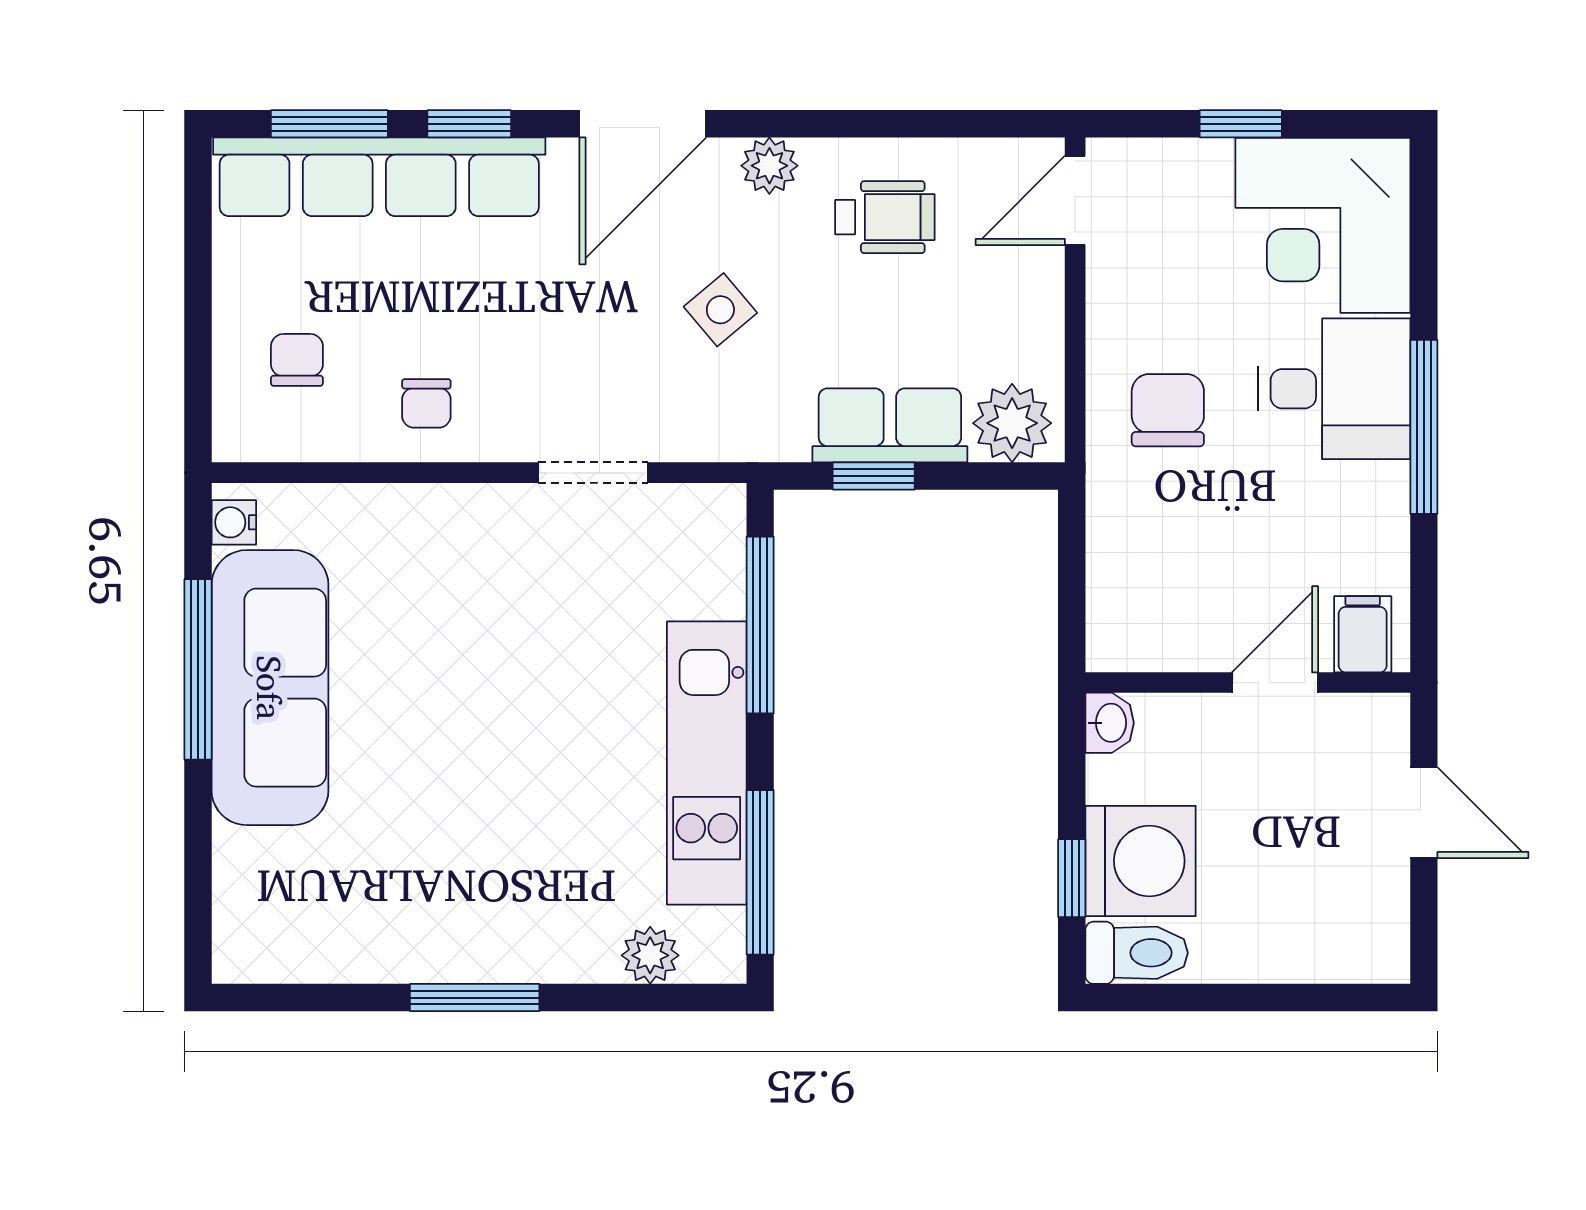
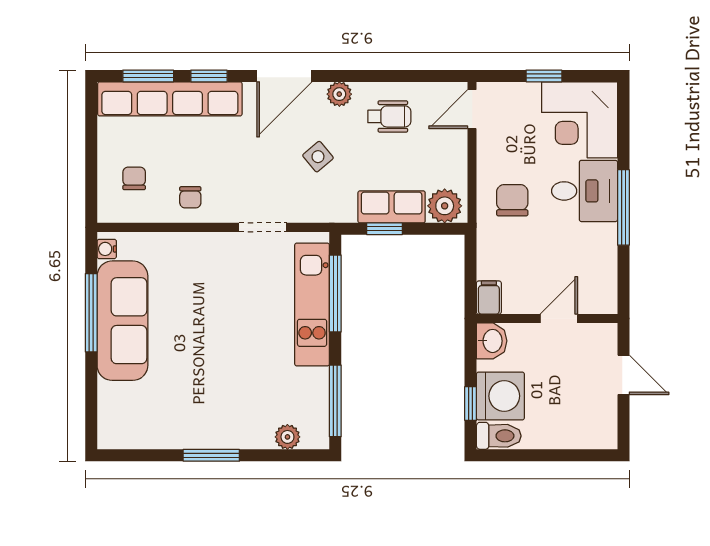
filing cabinet: (1363, 634) -> (489, 298), moved
washbasin: (1110, 723) -> (492, 341), width x1.38, depth x1.45
kitchen unit: (707, 763) -> (312, 305), moved

